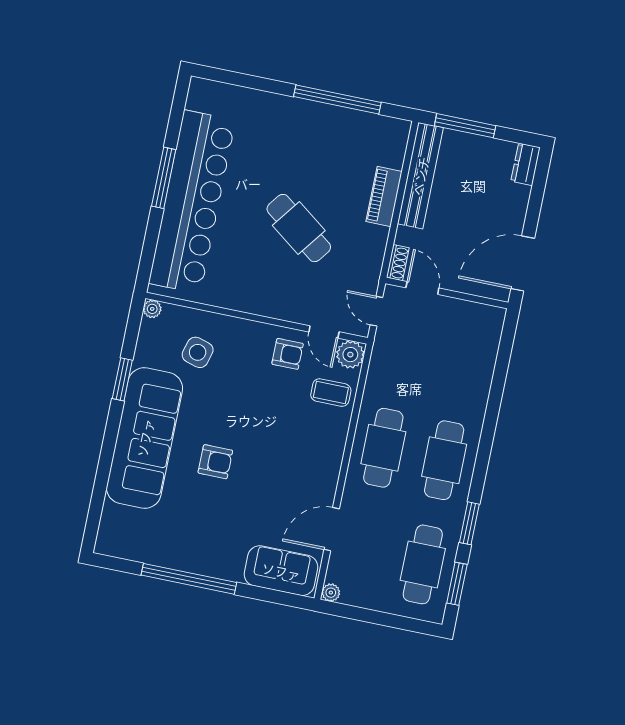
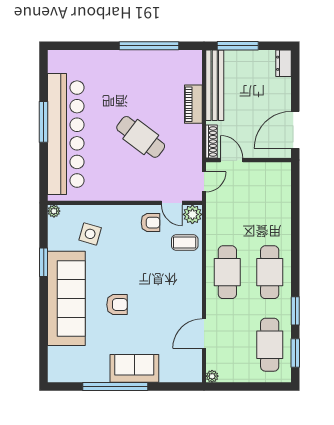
shoe rack: (398, 263) -> (212, 142), width x1.43
door: (376, 311) -> (204, 182), swing flipped
sofa: (281, 571) -> (134, 368), moved

